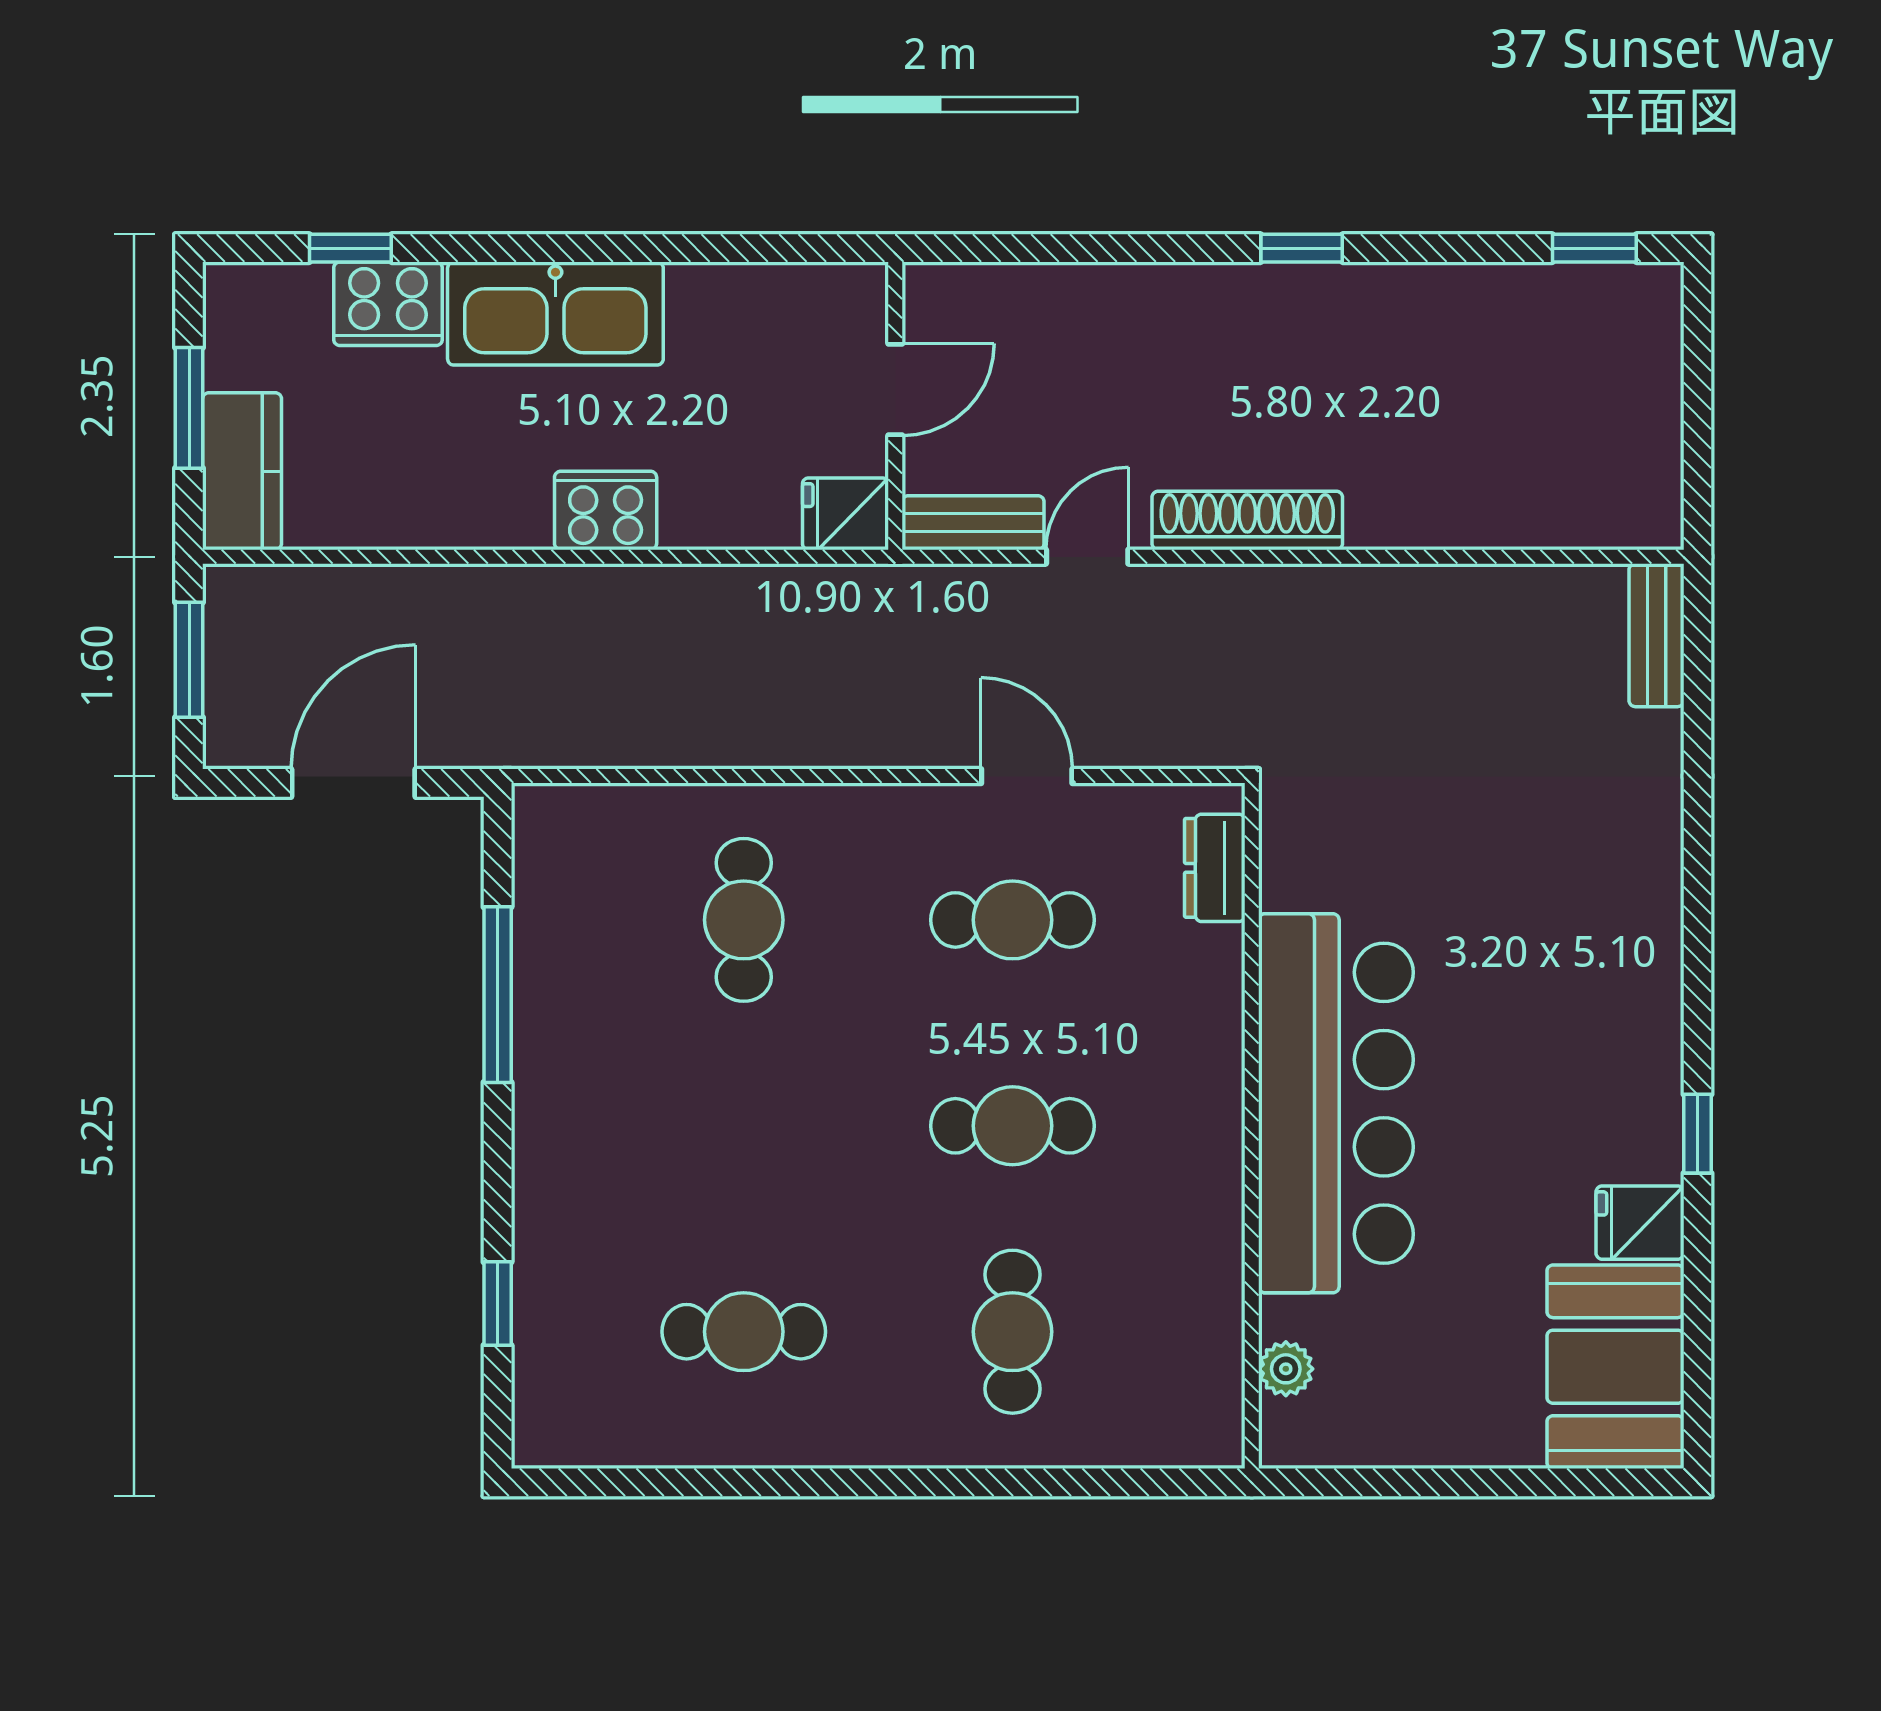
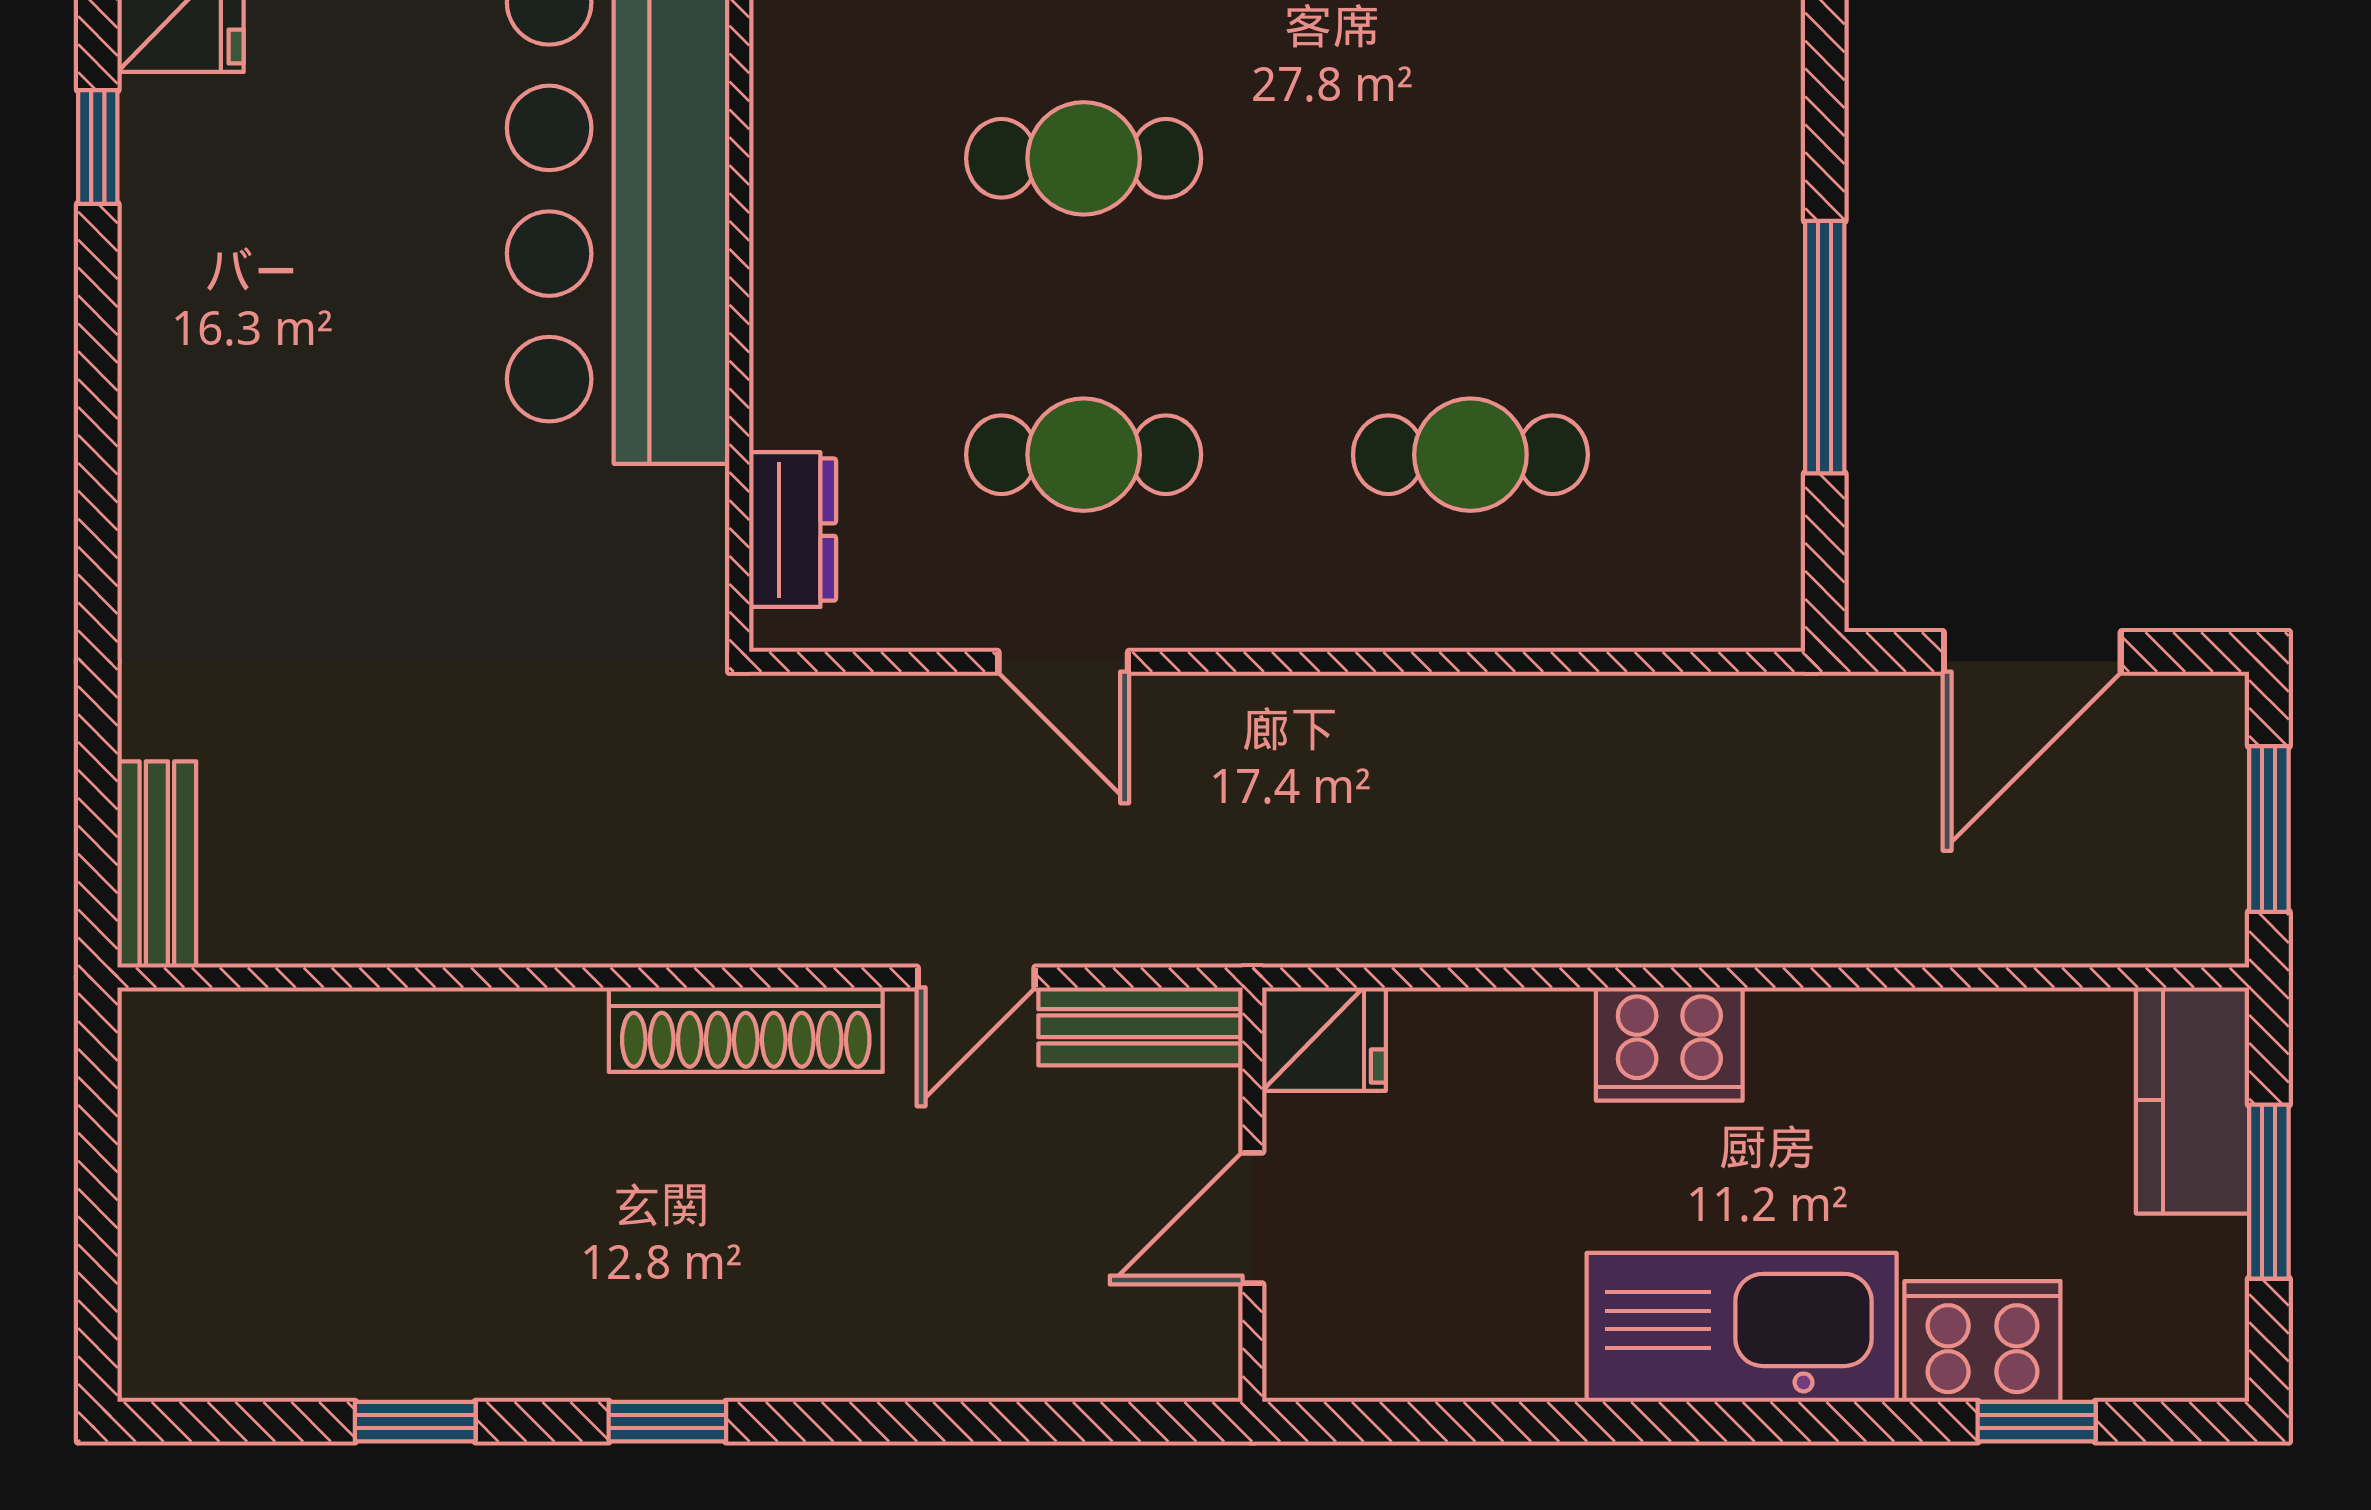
window: (1594, 248) -> (415, 1422), moved
cafe table: (744, 920) -> (1470, 455), turned 90

